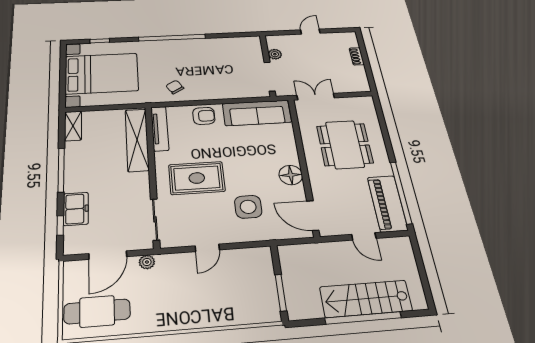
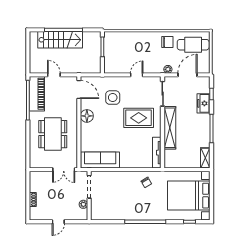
armchair: (204, 116) -> (131, 160), removed
shelving: (137, 140) -> (170, 128), moved
chair: (151, 312) -> (167, 42), added

